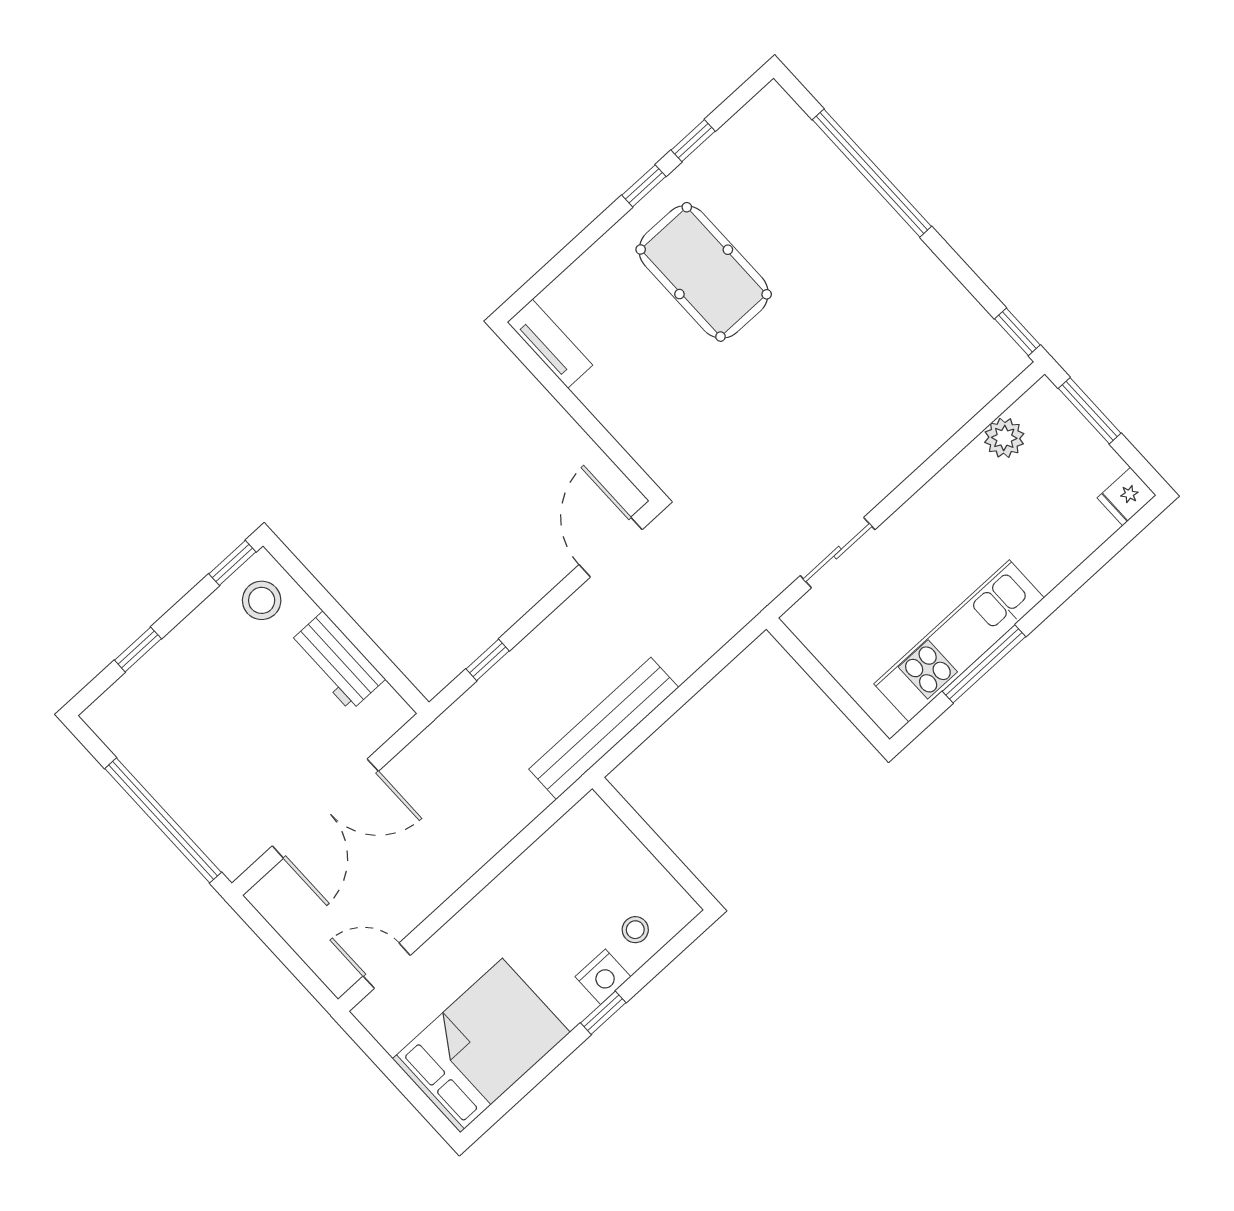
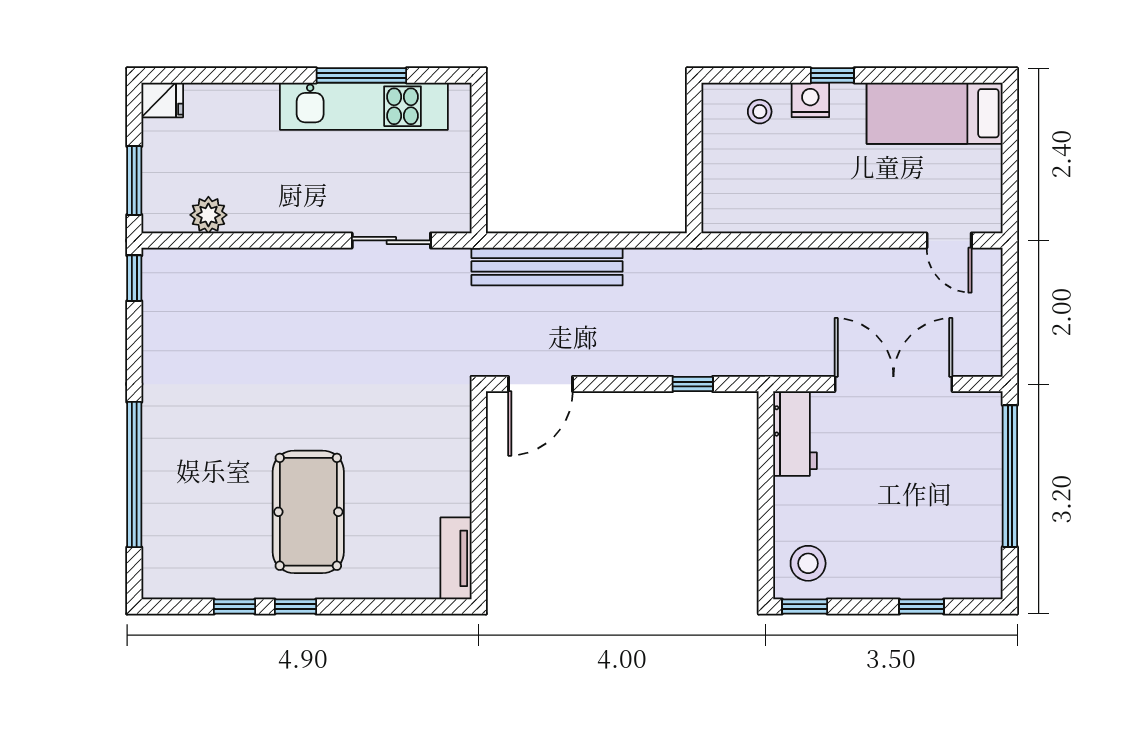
workbench: (337, 661) -> (795, 434), moved
bench: (604, 728) -> (547, 266), moved
bed: (481, 1046) -> (935, 113), width x0.67

